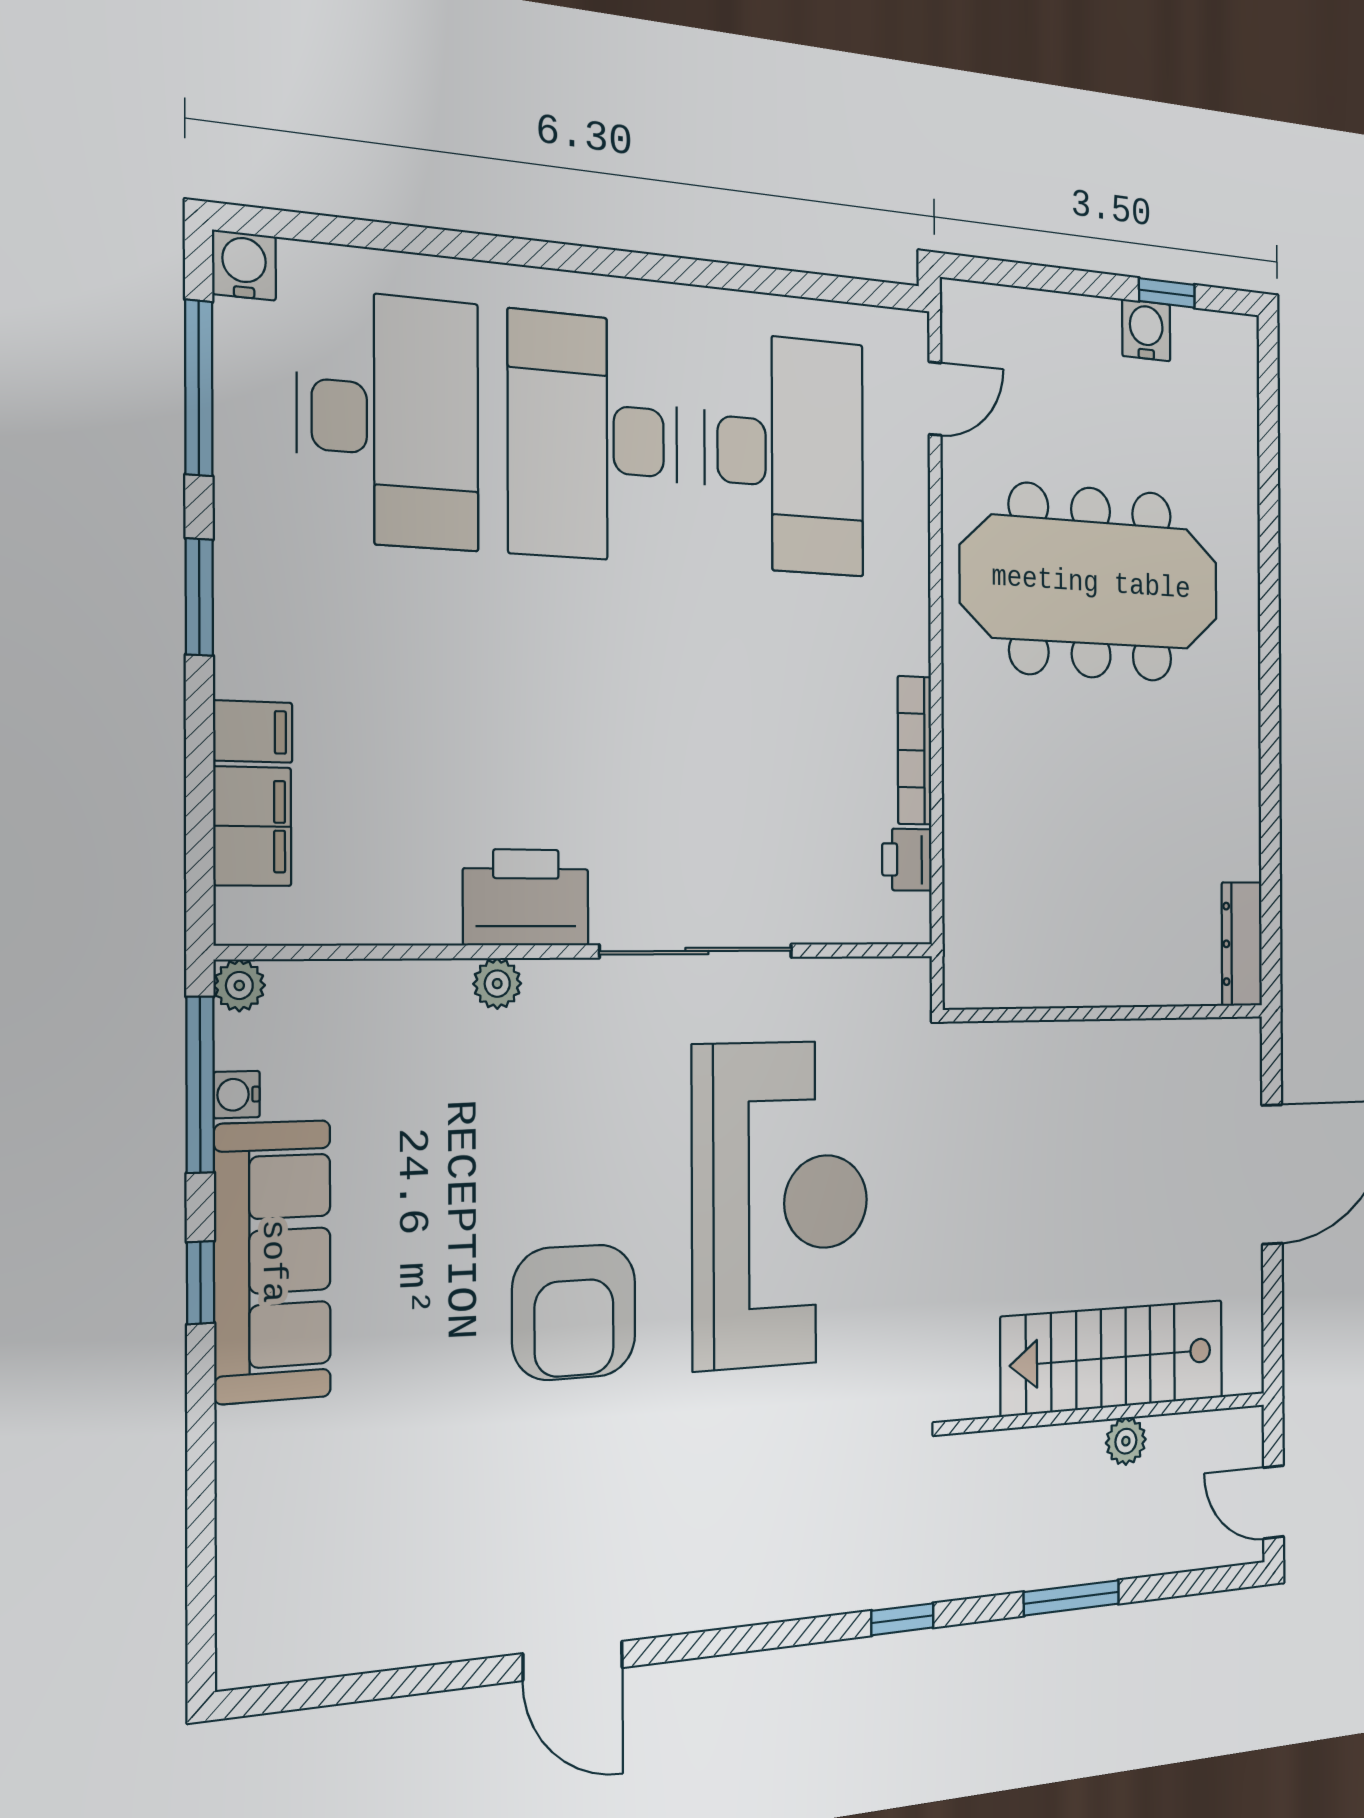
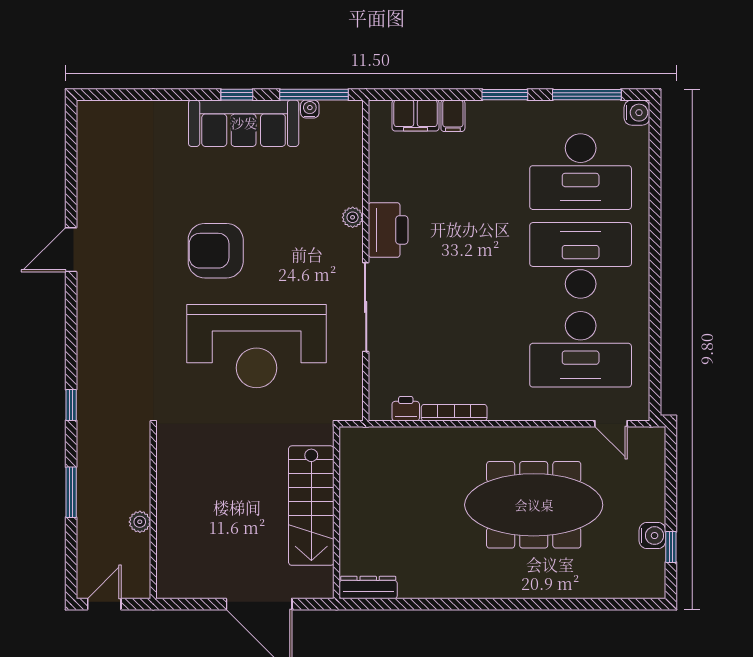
meeting table: (1091, 583) -> (534, 505), turned 90
plant: (239, 985) -> (353, 110), removed
stairs: (1113, 1358) -> (311, 506), moved, turned 180

